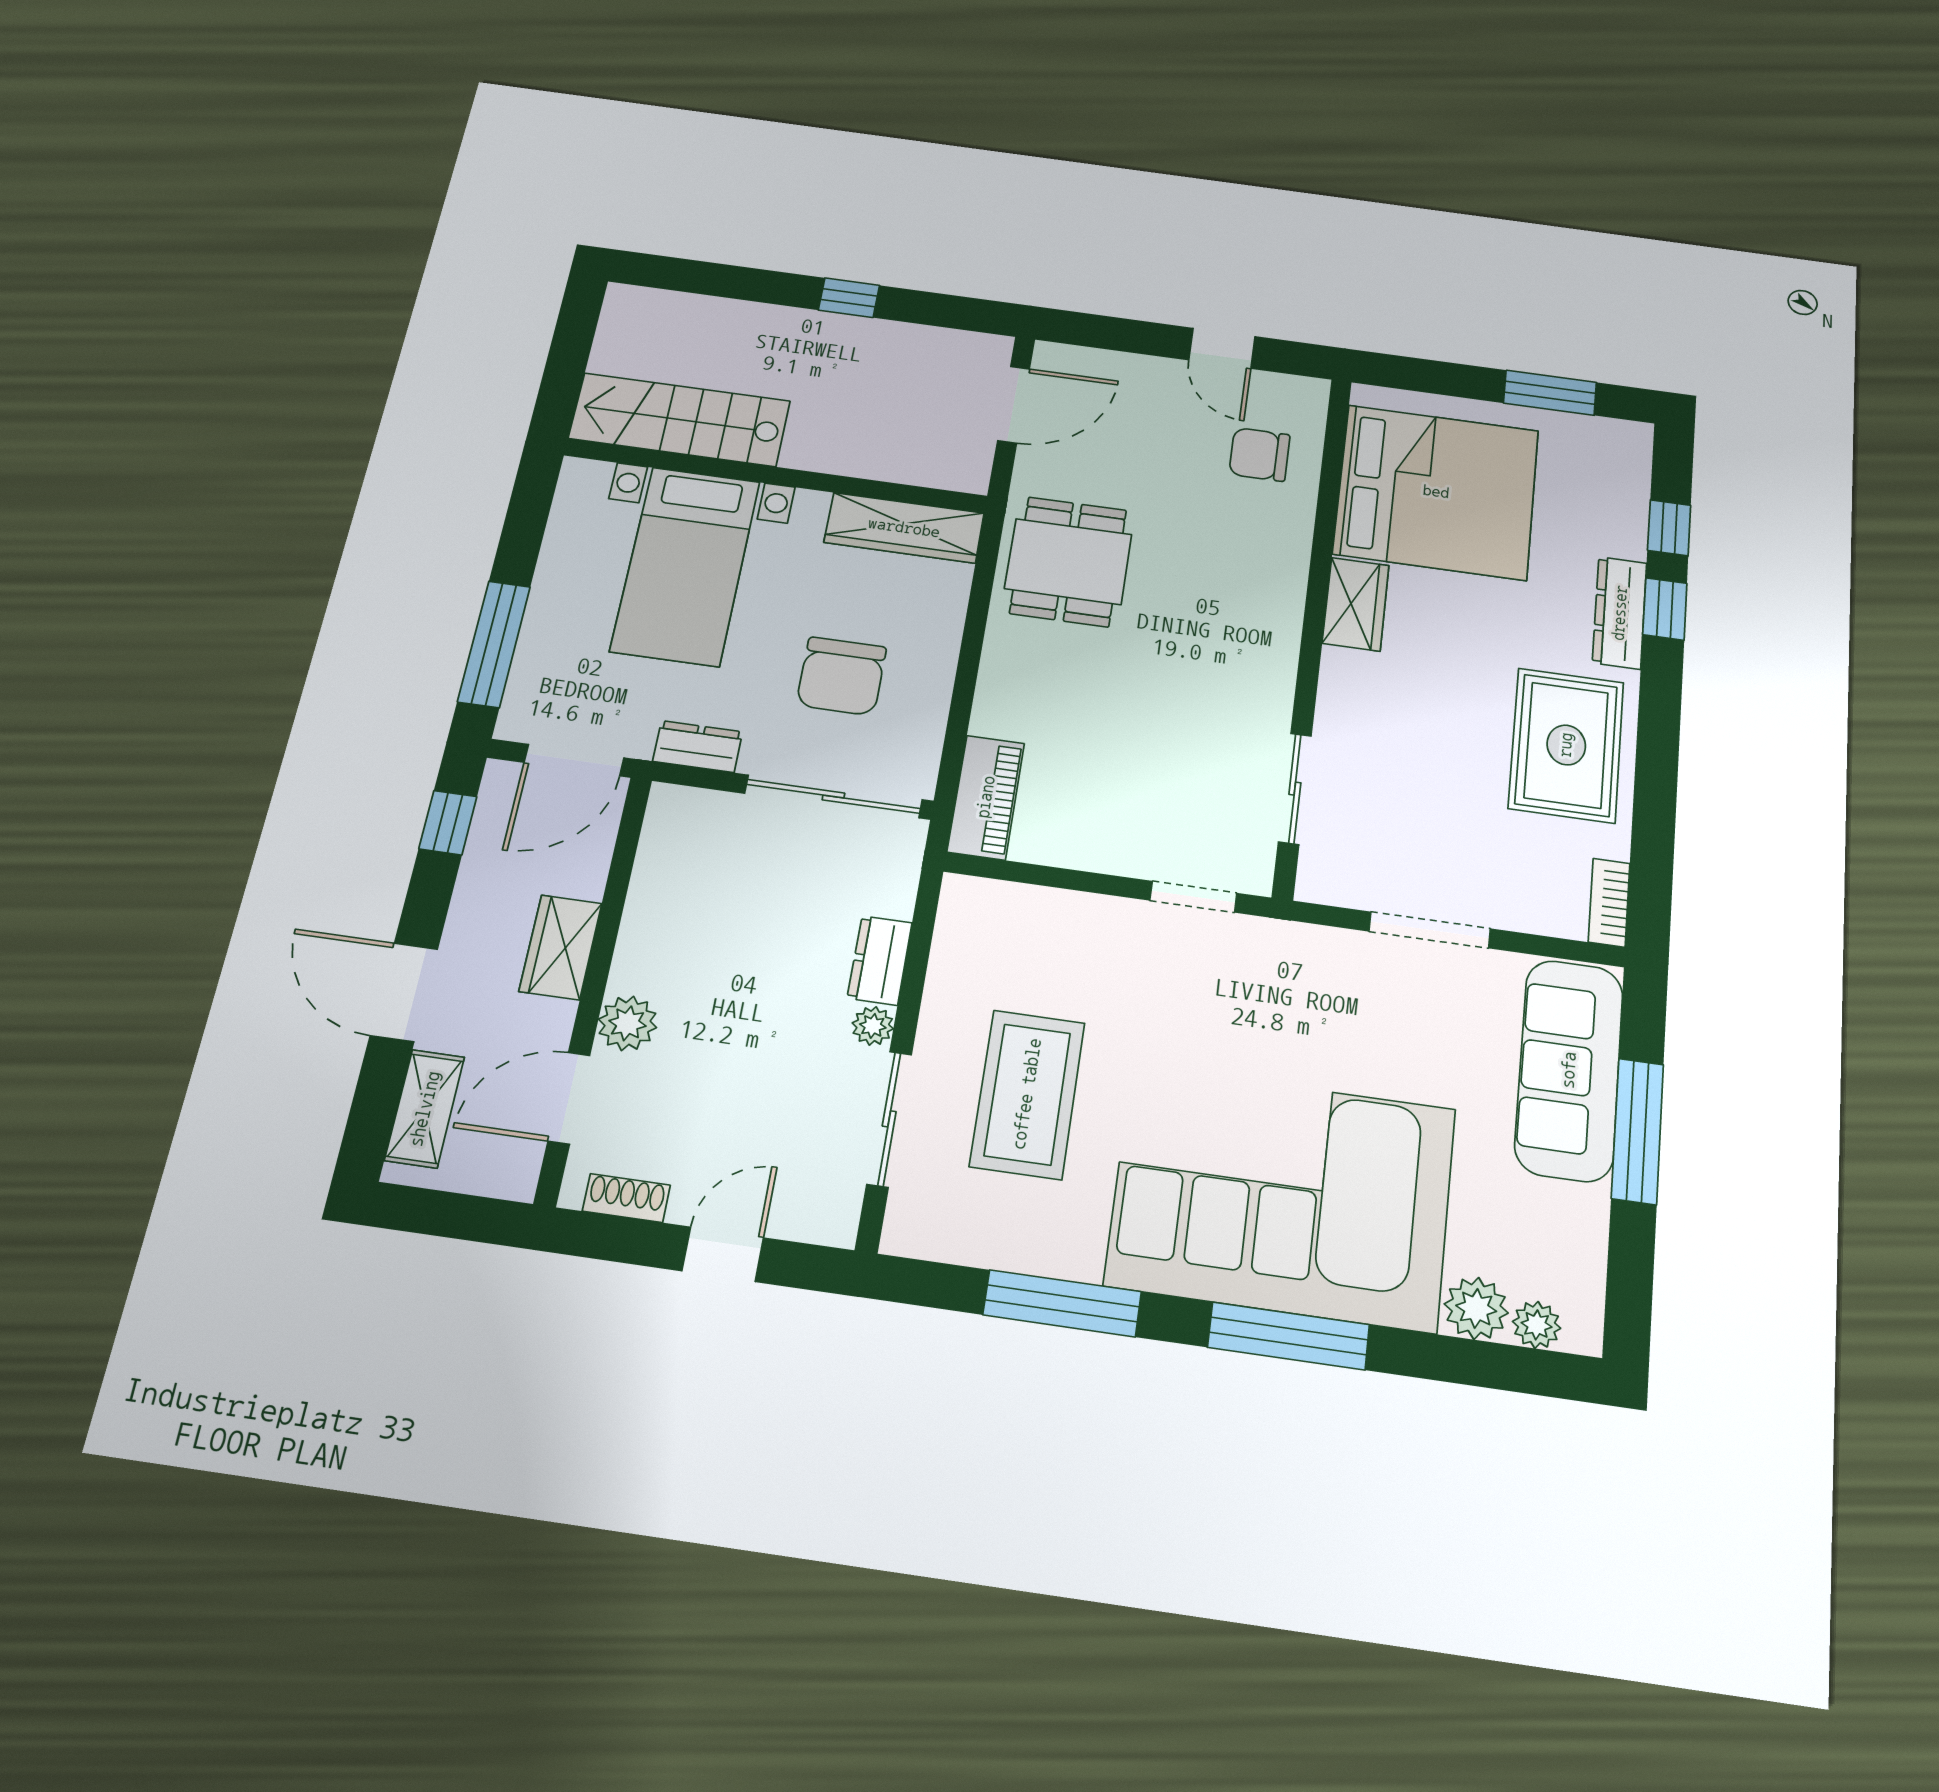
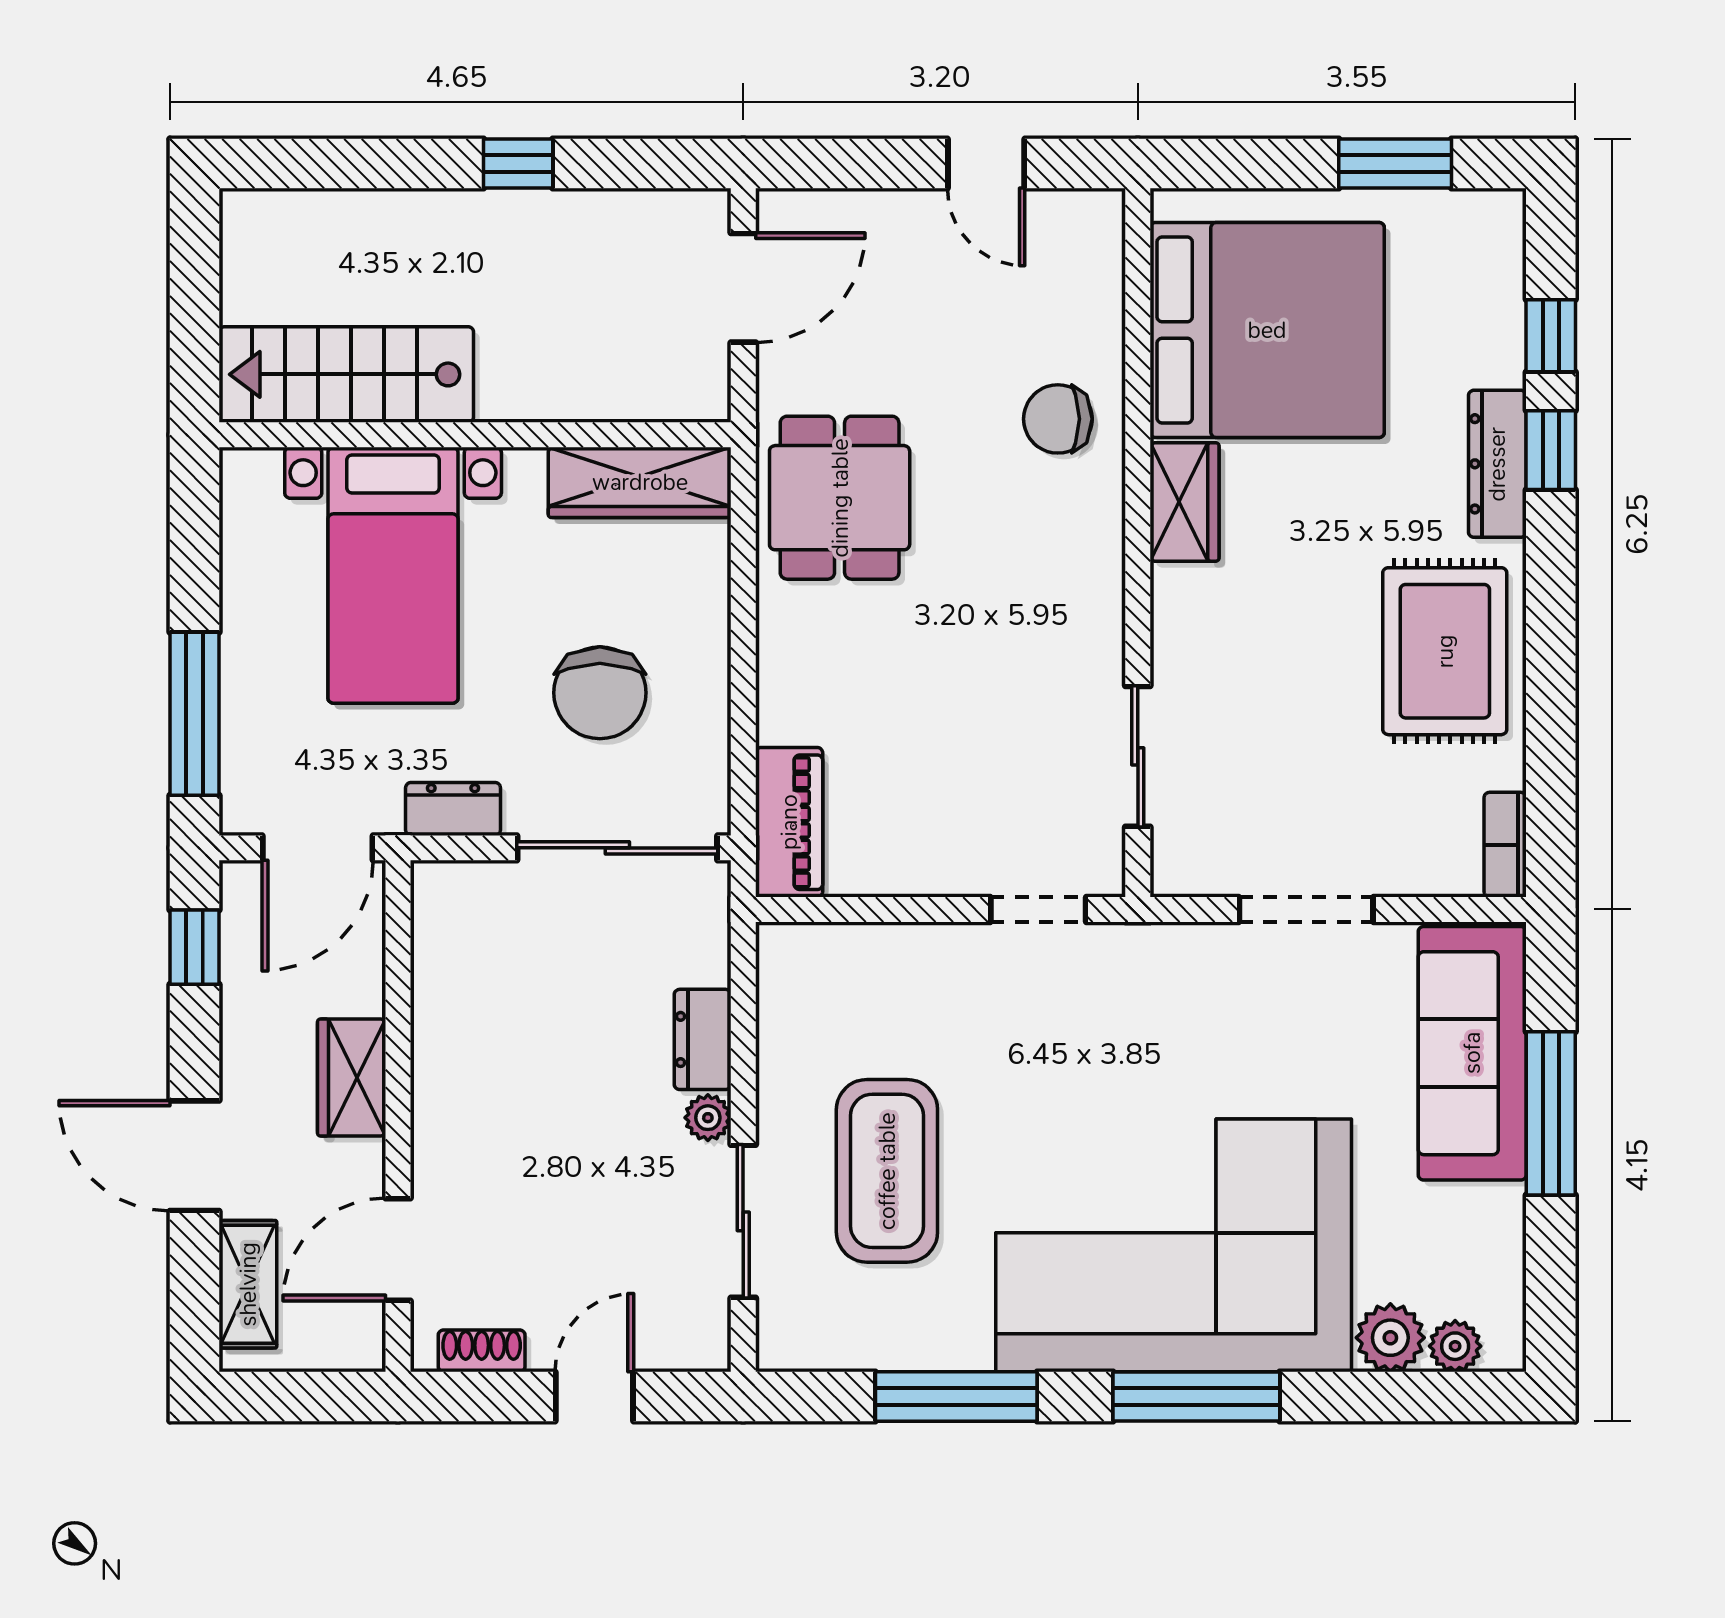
chair: (1259, 454) -> (1058, 419), moved
plant: (628, 1023) -> (443, 1155), removed

